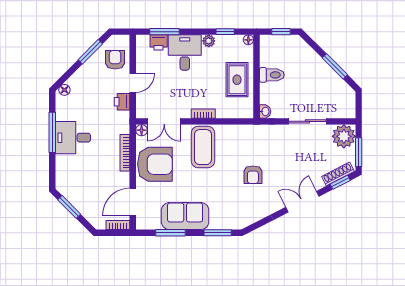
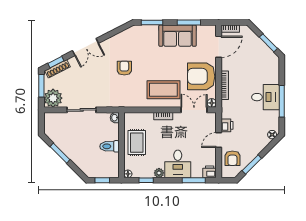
printer: (159, 42) -> (210, 172), moved
coffee table: (203, 147) -> (163, 90), turned 90

